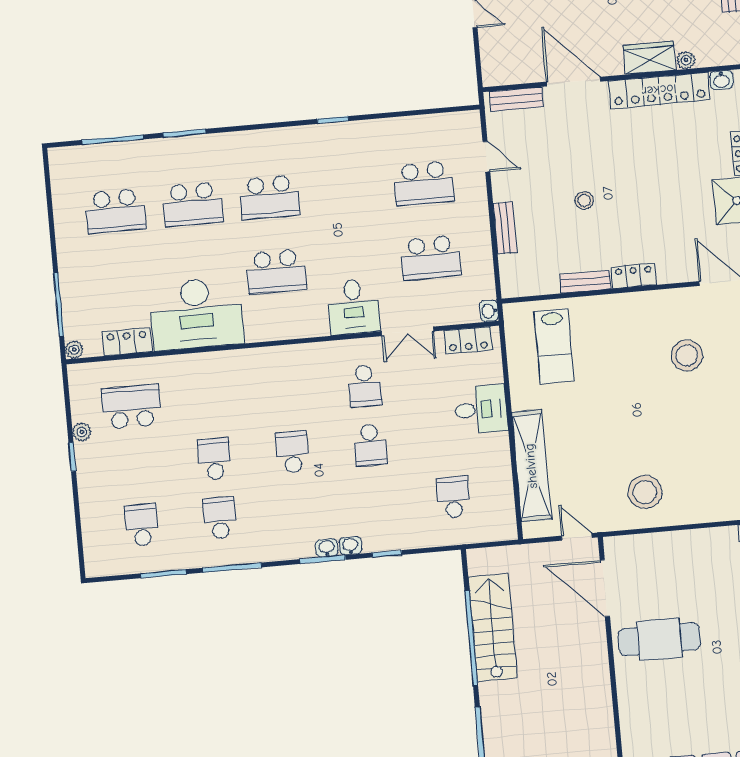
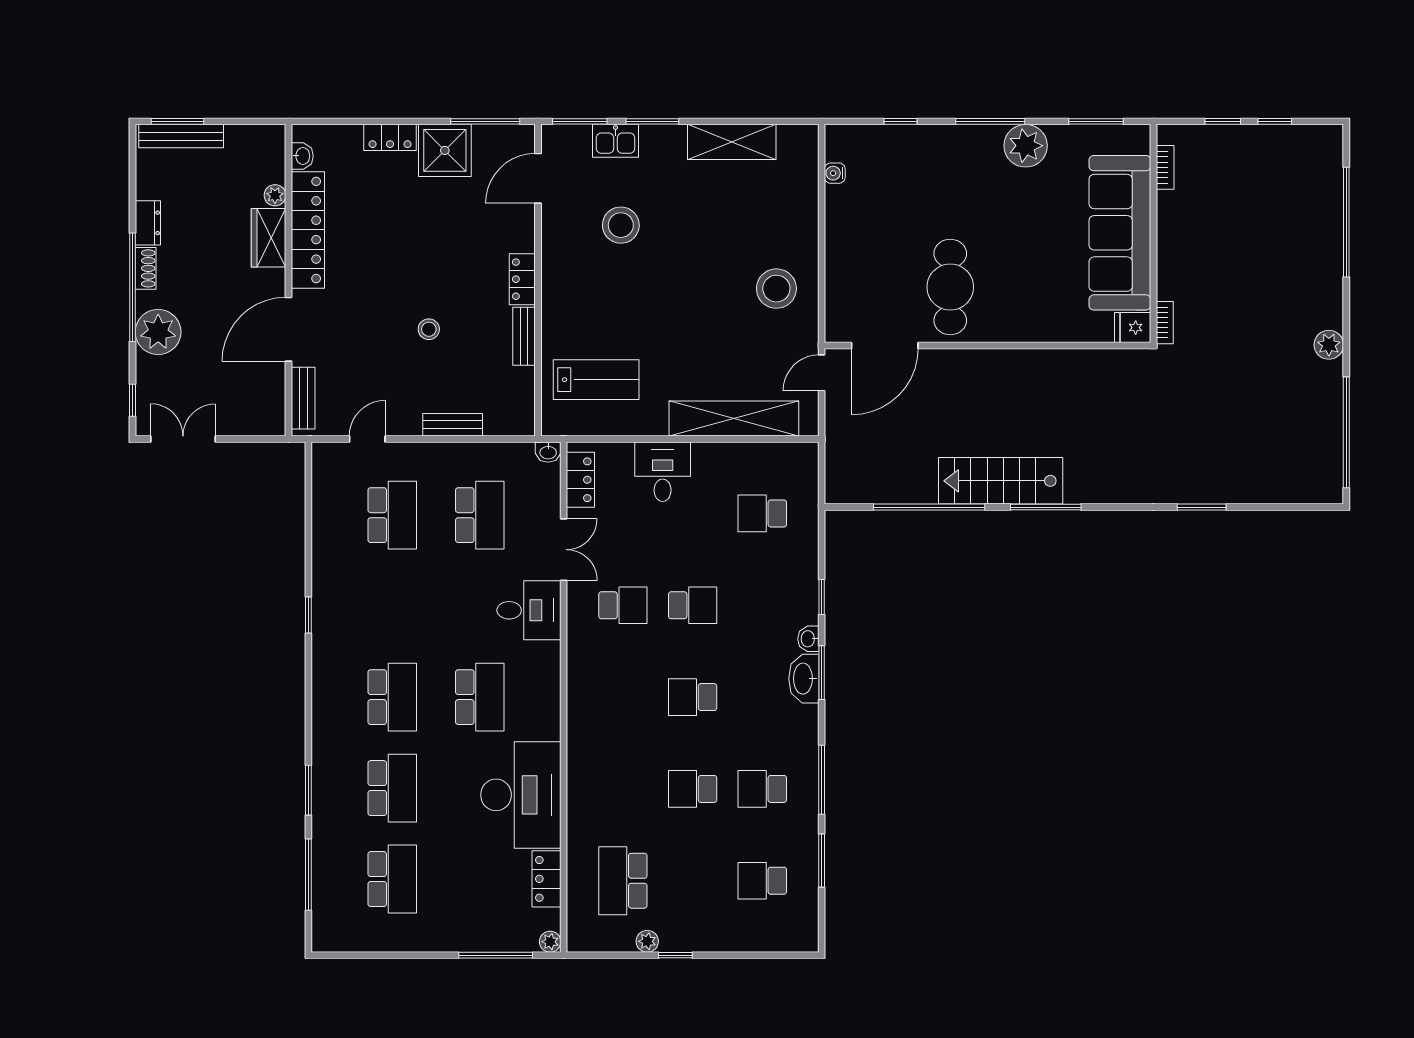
washbasin: (327, 548) -> (804, 679), width x1.91, depth x1.45
stairs: (493, 627) -> (1001, 481), moved

